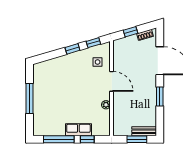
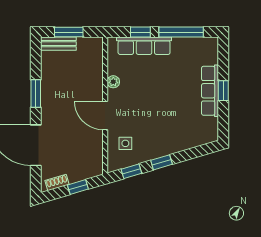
window: (30, 99) -> (223, 91), width x0.46
row of seats: (39, 99) -> (210, 91), added
row of seats: (78, 130) -> (144, 46), width x1.48

